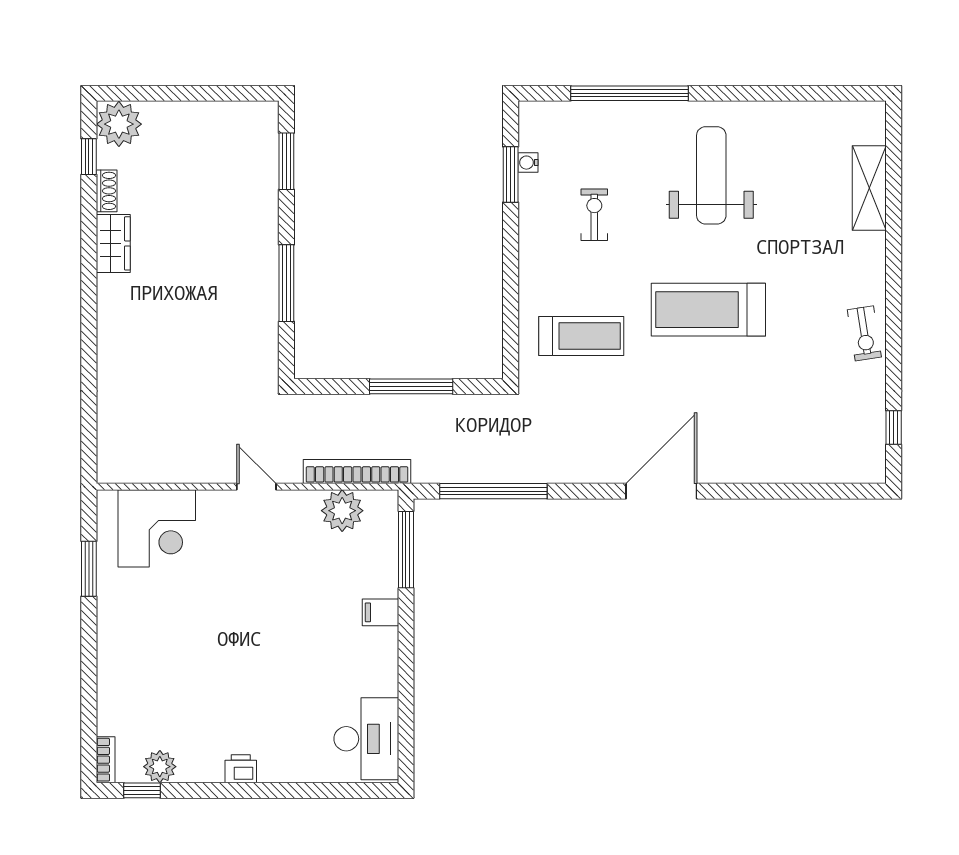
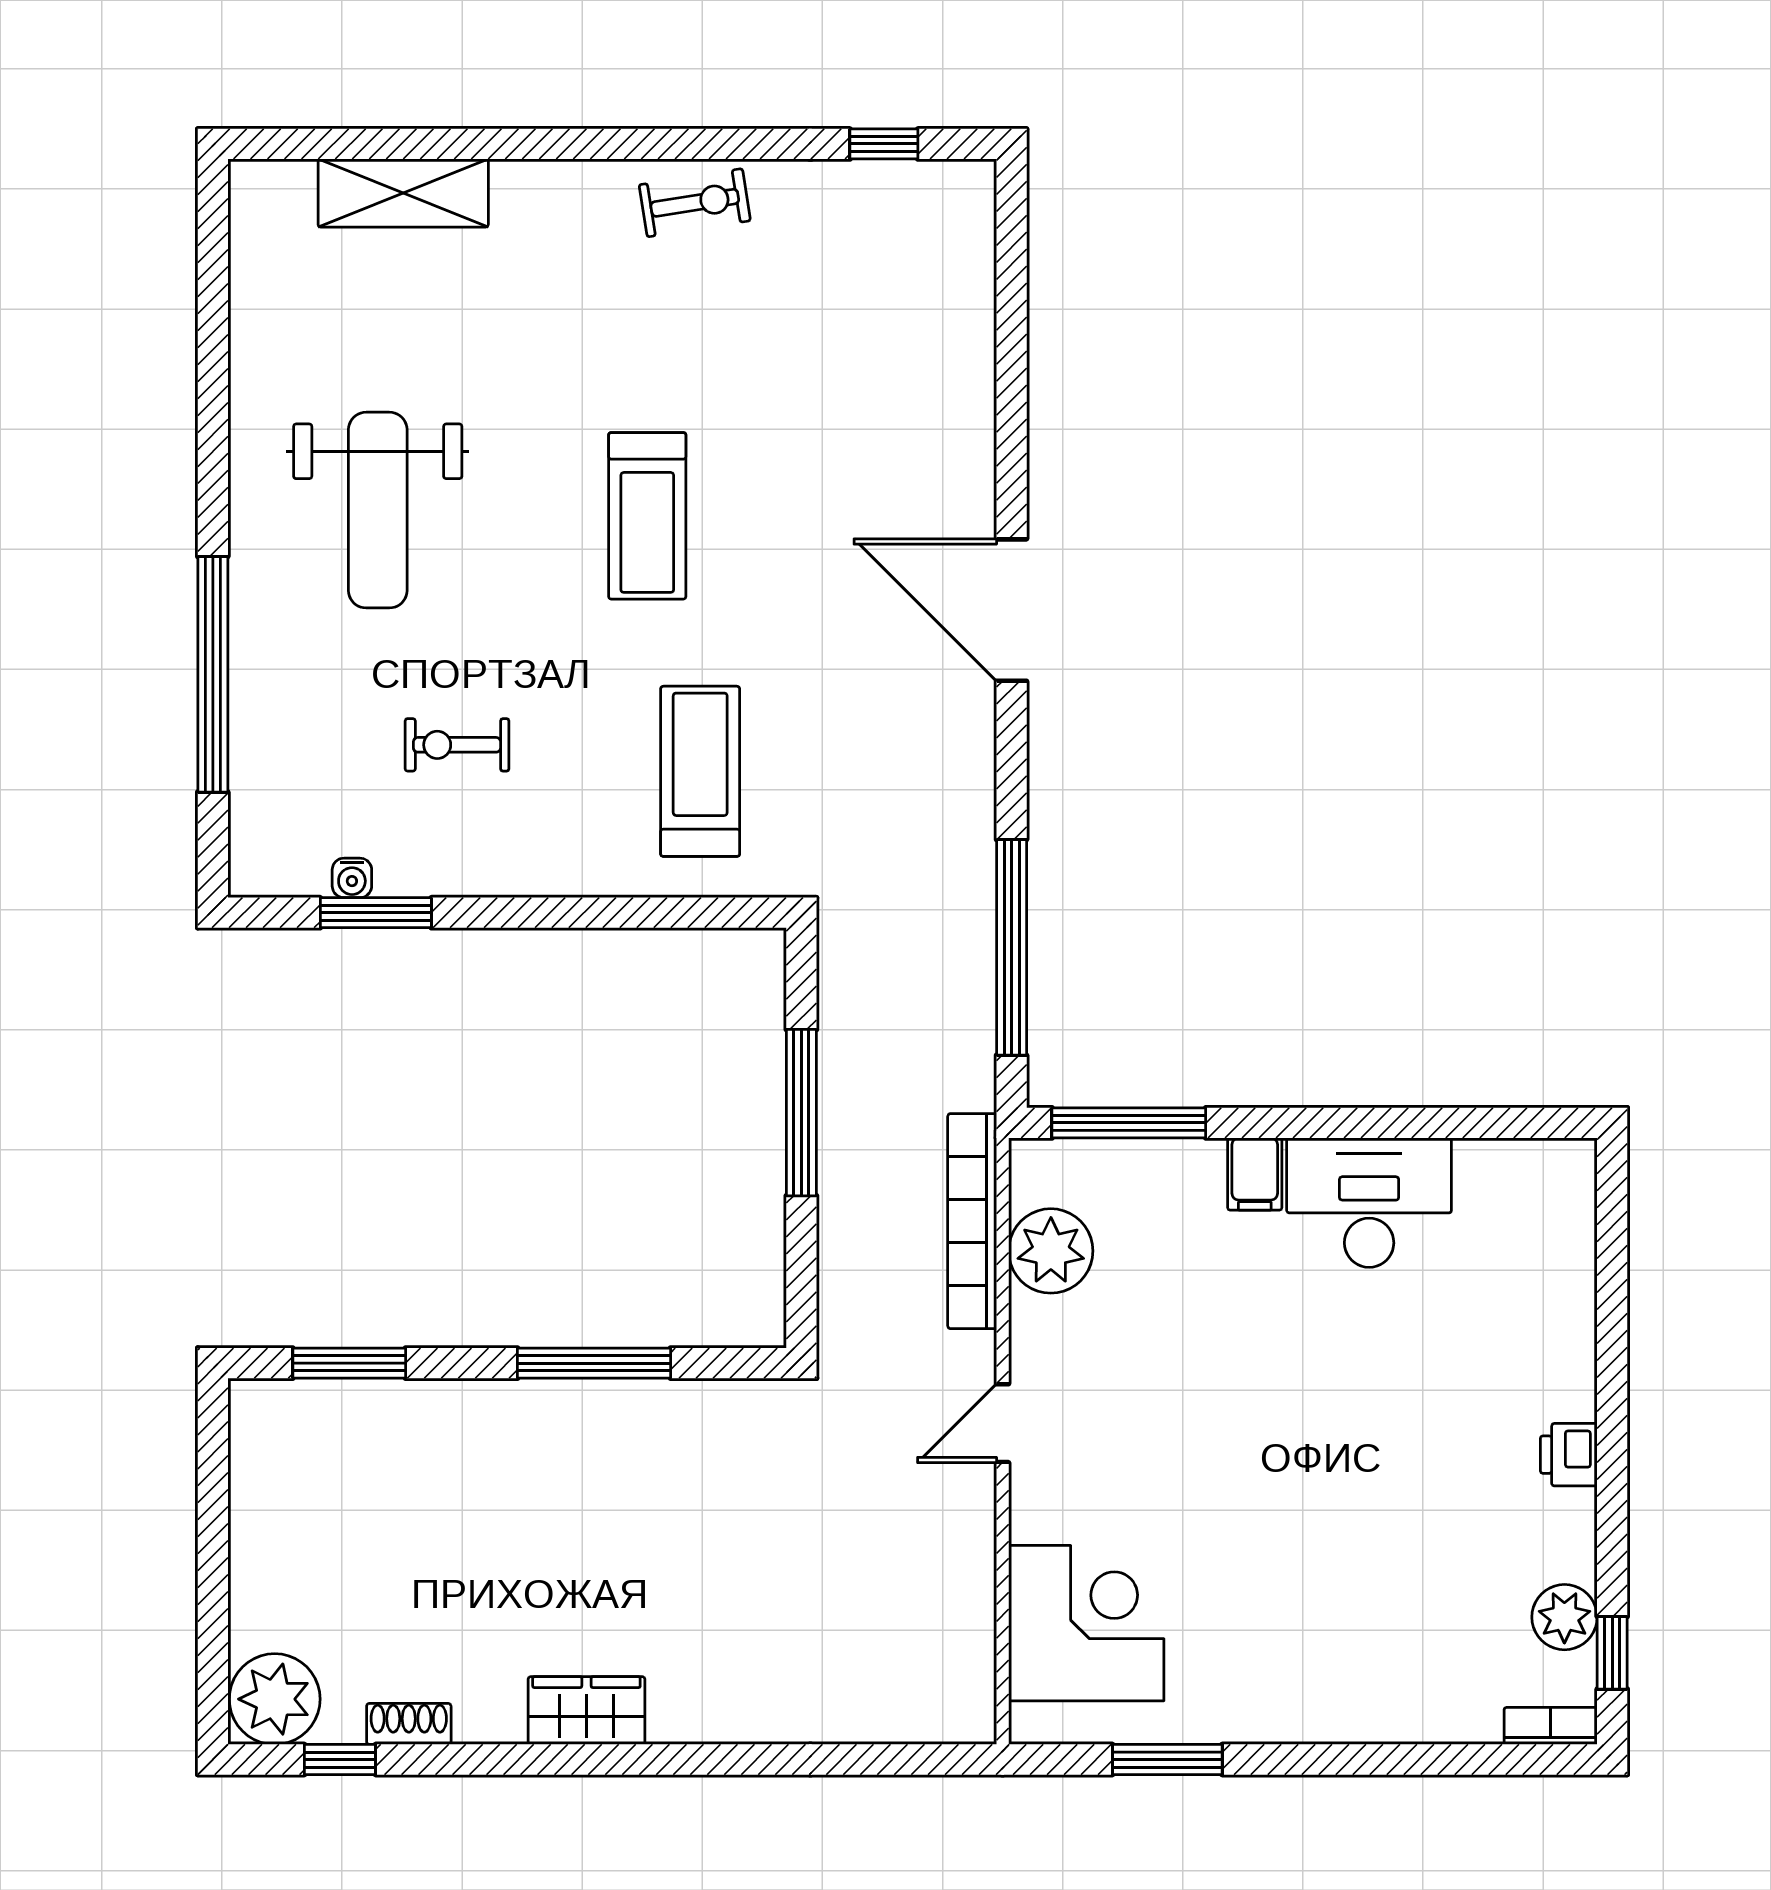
weight bench: (711, 175) -> (378, 510), turned -90
wardrobe: (113, 243) -> (586, 1711), moved
treadmill: (708, 310) -> (647, 516), width x0.73, depth x0.73
desk: (366, 739) -> (1369, 1203), moved

